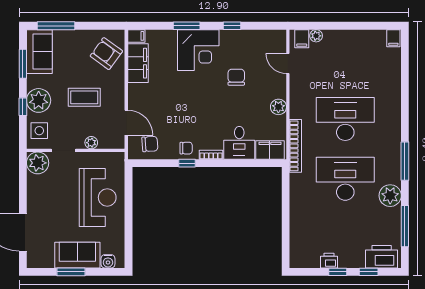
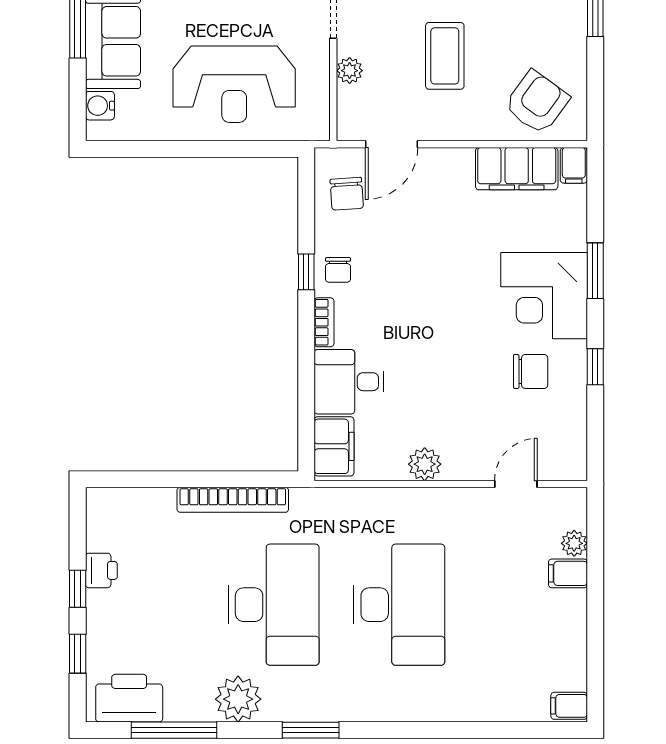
filing cabinet: (302, 39) -> (568, 573), moved
chair: (236, 77) -> (531, 371), moved
bookcase: (295, 146) -> (233, 500), moved
window: (405, 161) -> (311, 730), width x0.69
printer: (382, 257) -> (129, 698), moved, turned -90

